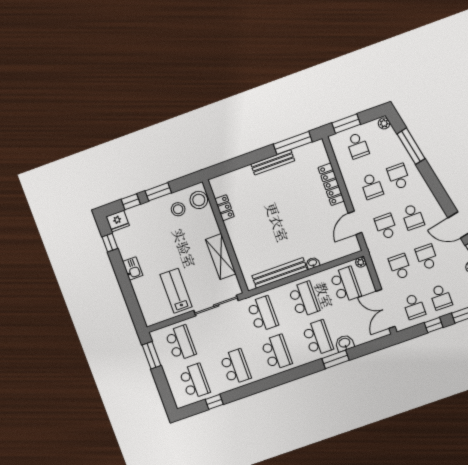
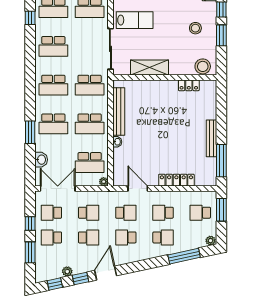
stool: (178, 209) -> (195, 28), moved
washbasin: (345, 343) -> (41, 160), moved

